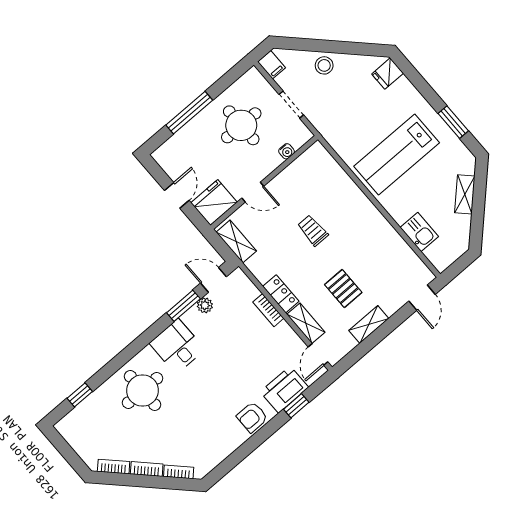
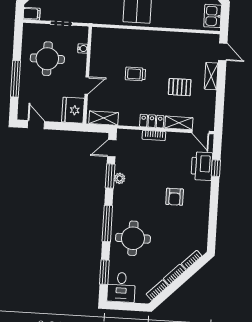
door: (177, 195) -> (36, 125), moved
kitchen sink: (419, 232) -> (213, 16), moved, turned -90
plant: (205, 305) -> (120, 178), moved
shelving: (369, 324) -> (211, 76), moved
desk: (177, 346) -> (121, 287), moved, turned -90
window: (132, 350) -> (107, 224), added
window: (80, 395) -> (104, 272), width x1.50
armchair: (252, 417) -> (175, 197), moved

